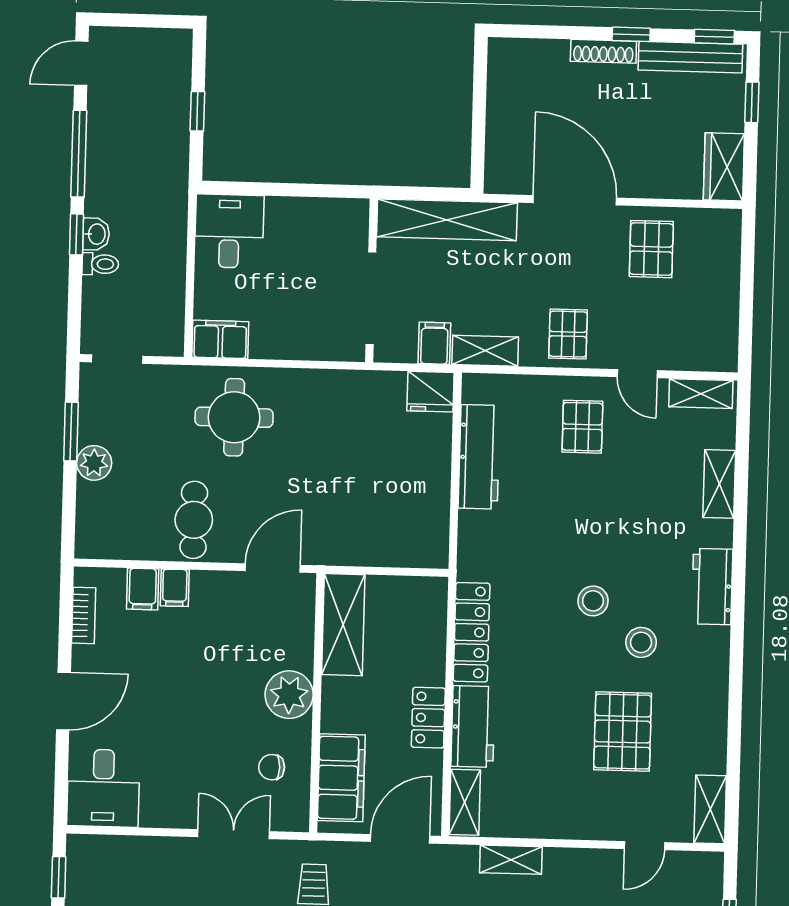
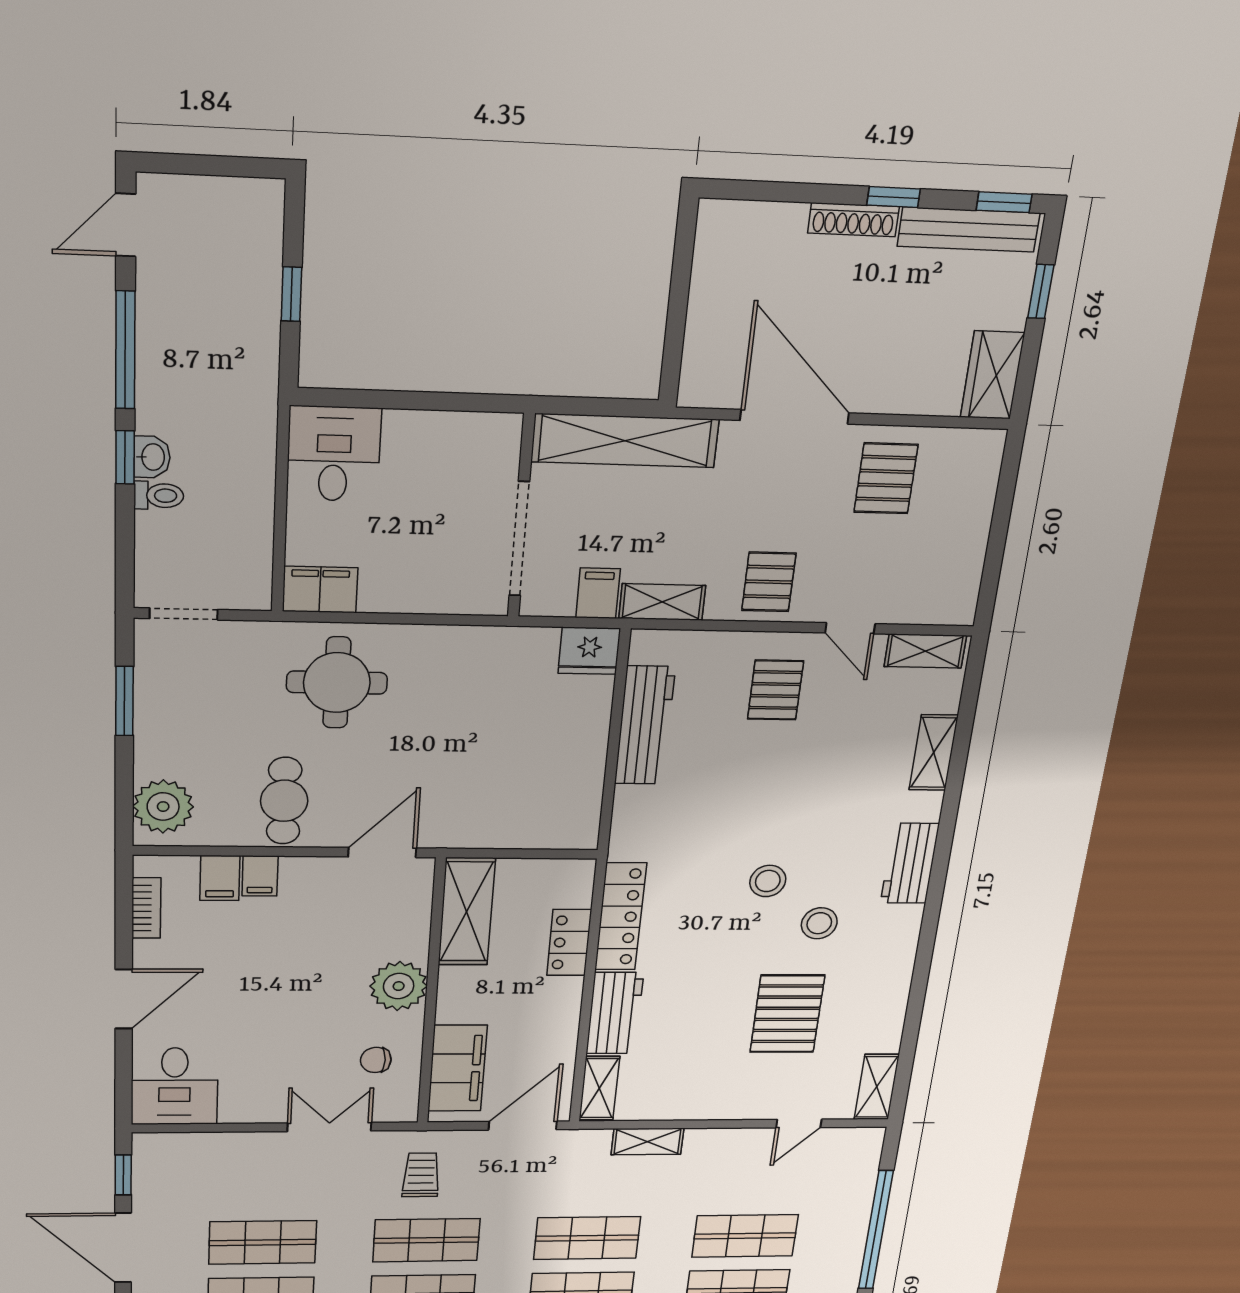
plant: (94, 463) -> (163, 807), moved, width x1.36, depth x1.36
locker: (428, 718) -> (569, 943), moved

